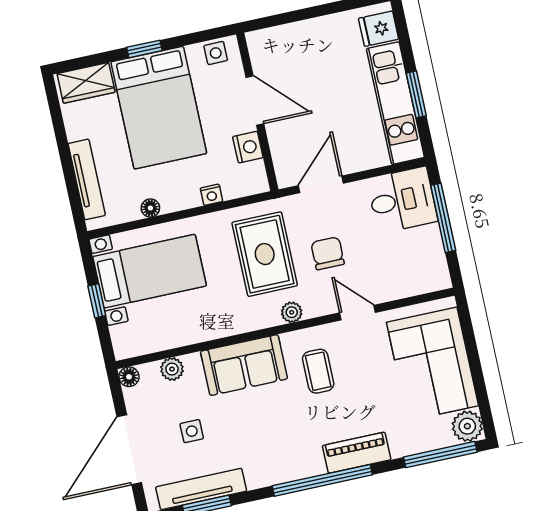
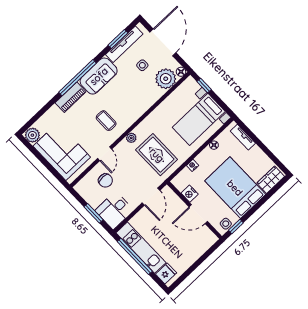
window: (144, 49) -> (236, 226), moved
window: (416, 94) -> (135, 256), width x2.11
tv unit: (87, 179) -> (243, 137), width x0.71
window: (443, 218) -> (93, 213), width x0.69
chair: (328, 253) -> (105, 180), moved
window: (97, 301) -> (204, 85), moved
door: (357, 313) -> (105, 154), hinge flipped
sofa: (244, 365) -> (99, 76), moved, turned 180
plant: (172, 369) -> (166, 79), width x1.88, depth x1.88
window: (440, 455) -> (36, 117), removed

